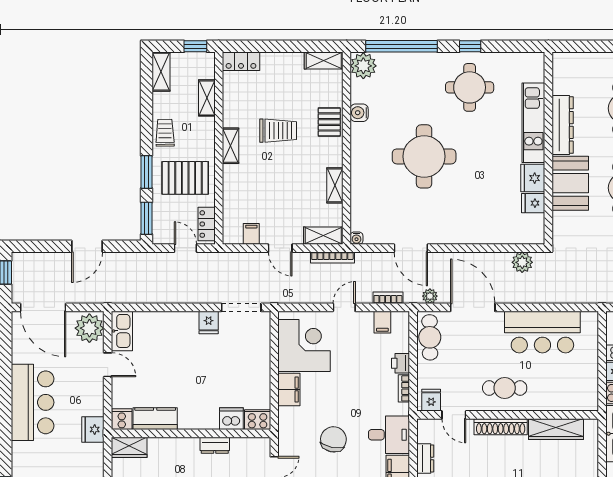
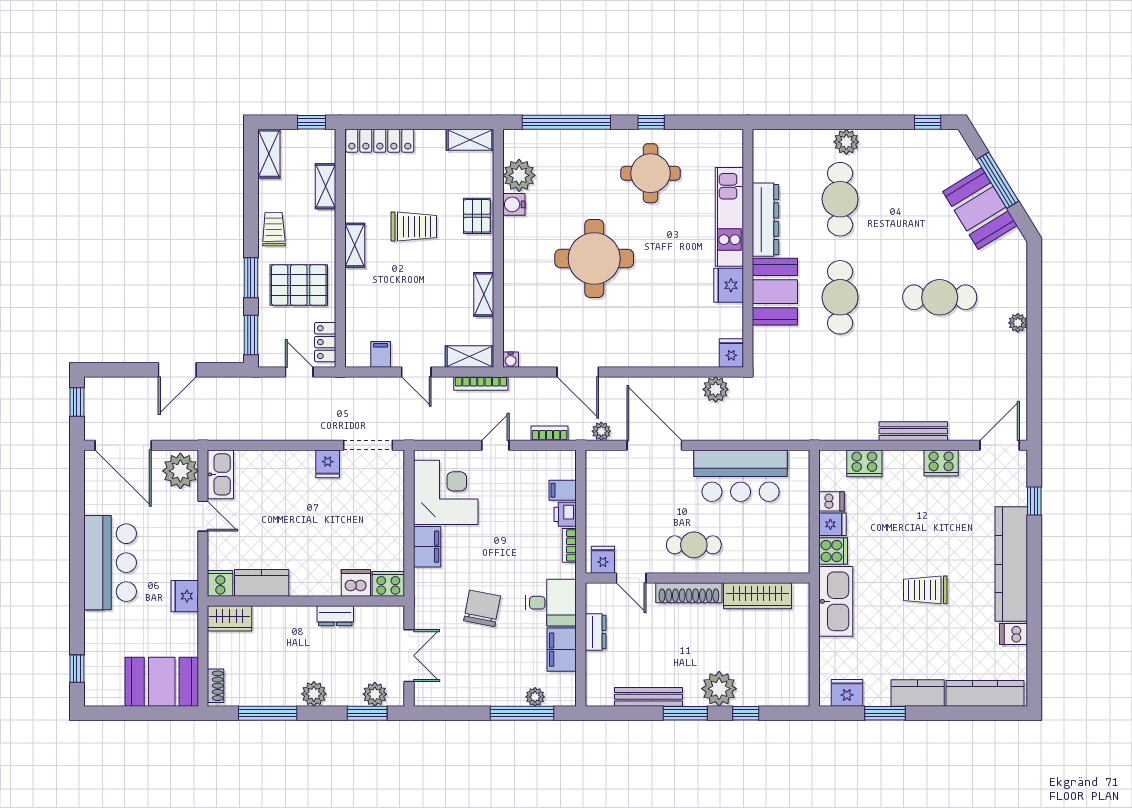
locker: (241, 61) -> (380, 141), width x1.53
plant: (363, 66) -> (519, 175), moved
fridge: (533, 203) -> (731, 353), moved, turned 90
filing cabinet: (382, 322) -> (563, 490), moved, turned 90
cafe table: (430, 337) -> (601, 482), removed

